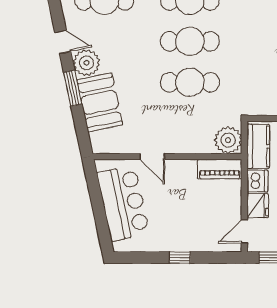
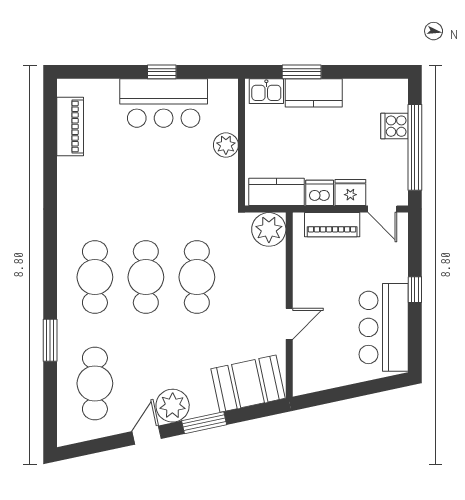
booth: (100, 102) -> (248, 384), moved
piano: (220, 169) -> (332, 225), moved, turned 90
bar counter: (123, 203) -> (384, 327), moved, turned -78

